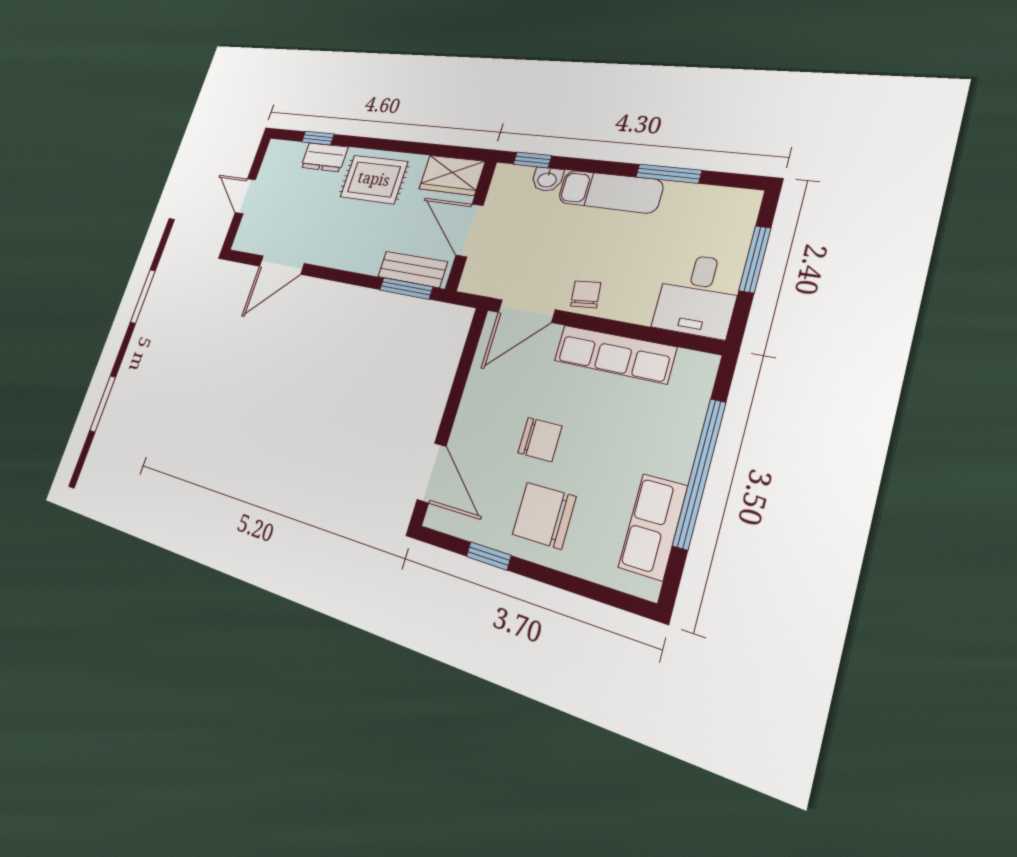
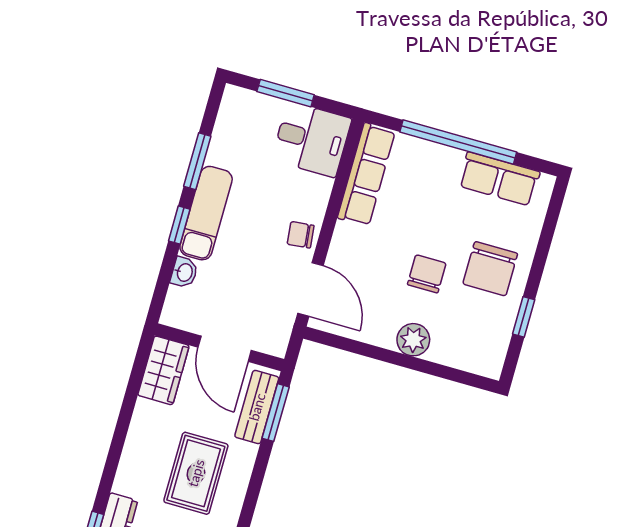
window: (532, 160) -> (179, 225), moved
rug: (374, 179) -> (196, 473), moved
door: (469, 230) -> (225, 349), hinge flipped
row of seats: (614, 354) -> (366, 175), moved
plant: (469, 427) -> (413, 340), added
door: (432, 473) -> (453, 374), removed

